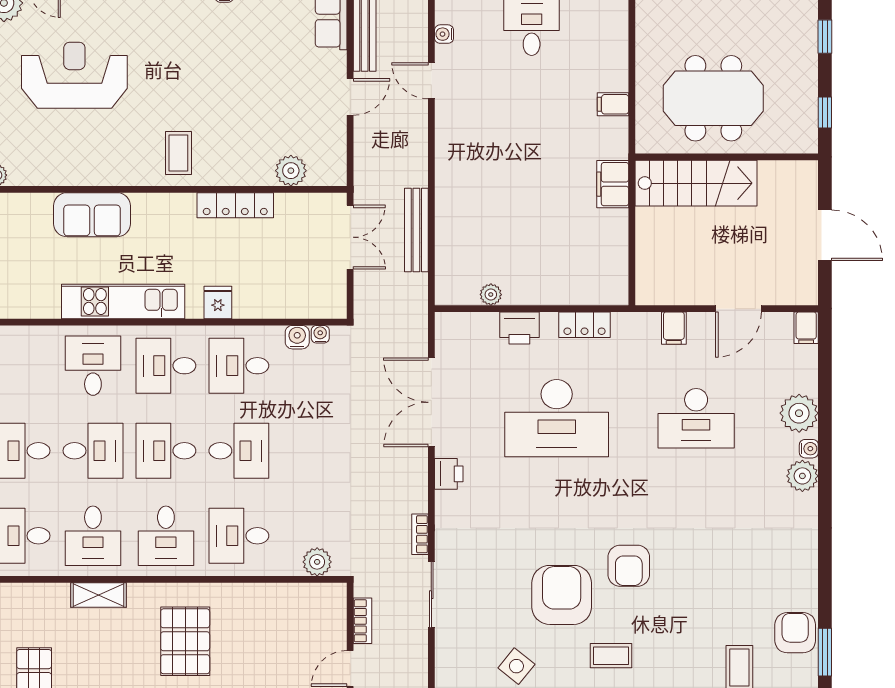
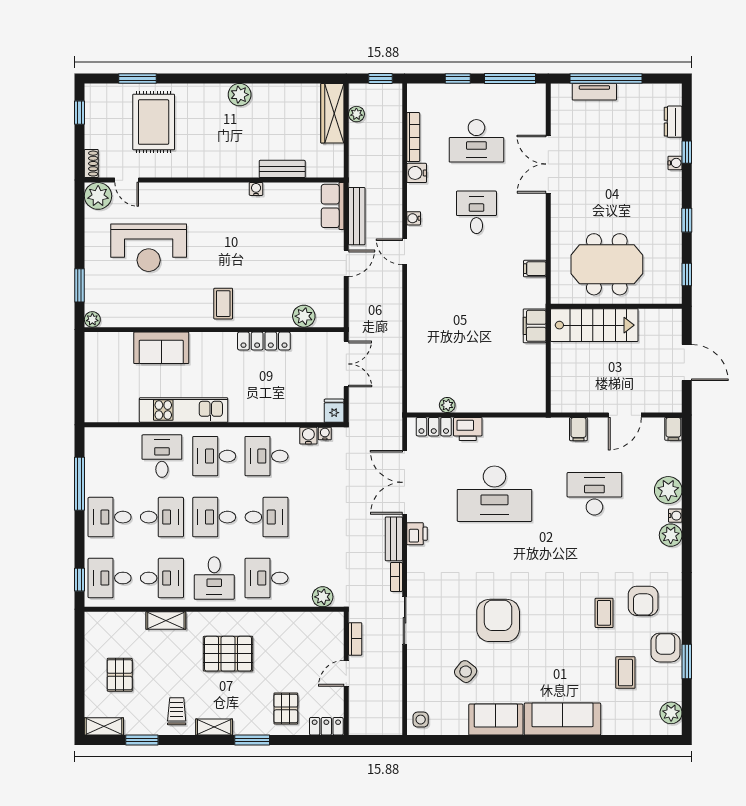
reception desk: (74, 75) -> (149, 248), turned 180
bench: (416, 230) -> (394, 539), moved, width x0.73
fridge: (218, 302) -> (334, 411), moved
locker: (585, 325) -> (434, 427), moved
desk: (696, 418) -> (594, 494), turned 180
desk: (93, 536) -> (162, 578), turned -90
armchair: (629, 566) -> (643, 601), moved
pallet: (185, 641) -> (228, 654), turned 90
coffee table: (611, 656) -> (604, 613), moved, turned 90

